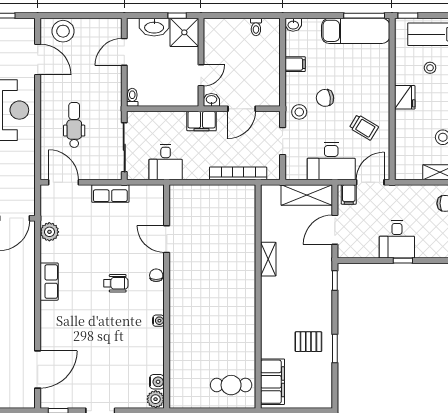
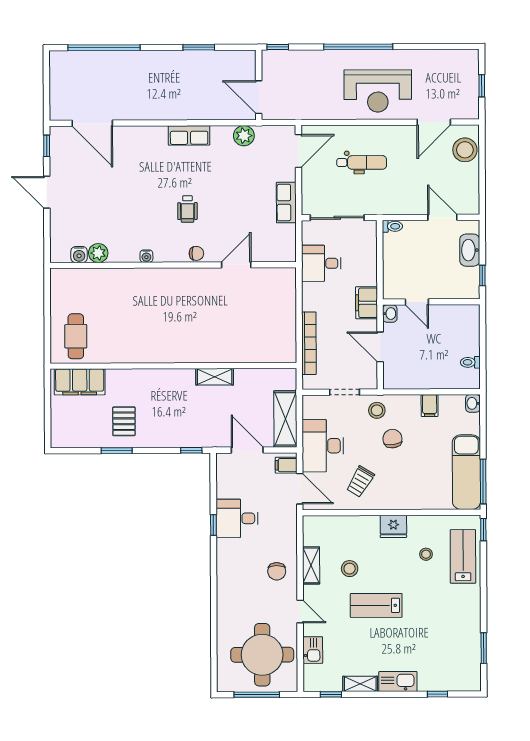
shower: (184, 32) -> (464, 283), removed
plant: (156, 399) -> (98, 253), moved

